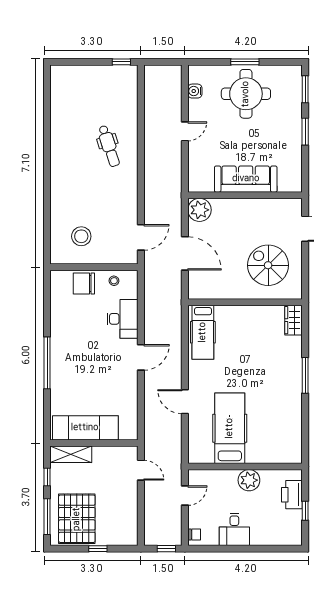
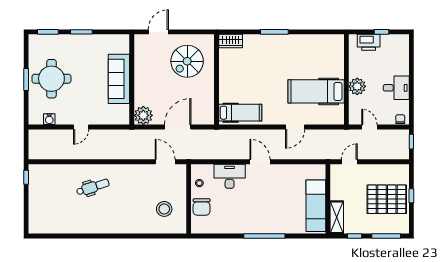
door: (185, 131) -> (81, 127), swing flipped
plant: (249, 480) -> (357, 86), moved
pallet: (77, 519) -> (387, 199), moved

